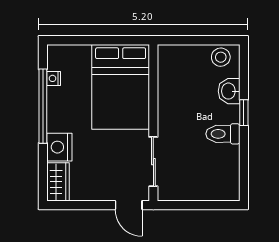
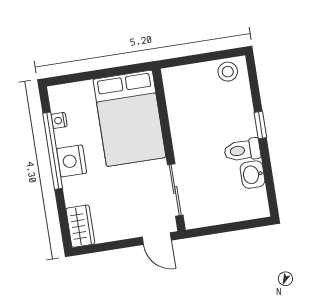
washbasin: (229, 91) -> (253, 175), moved
nightstand: (59, 147) -> (72, 161), moved

